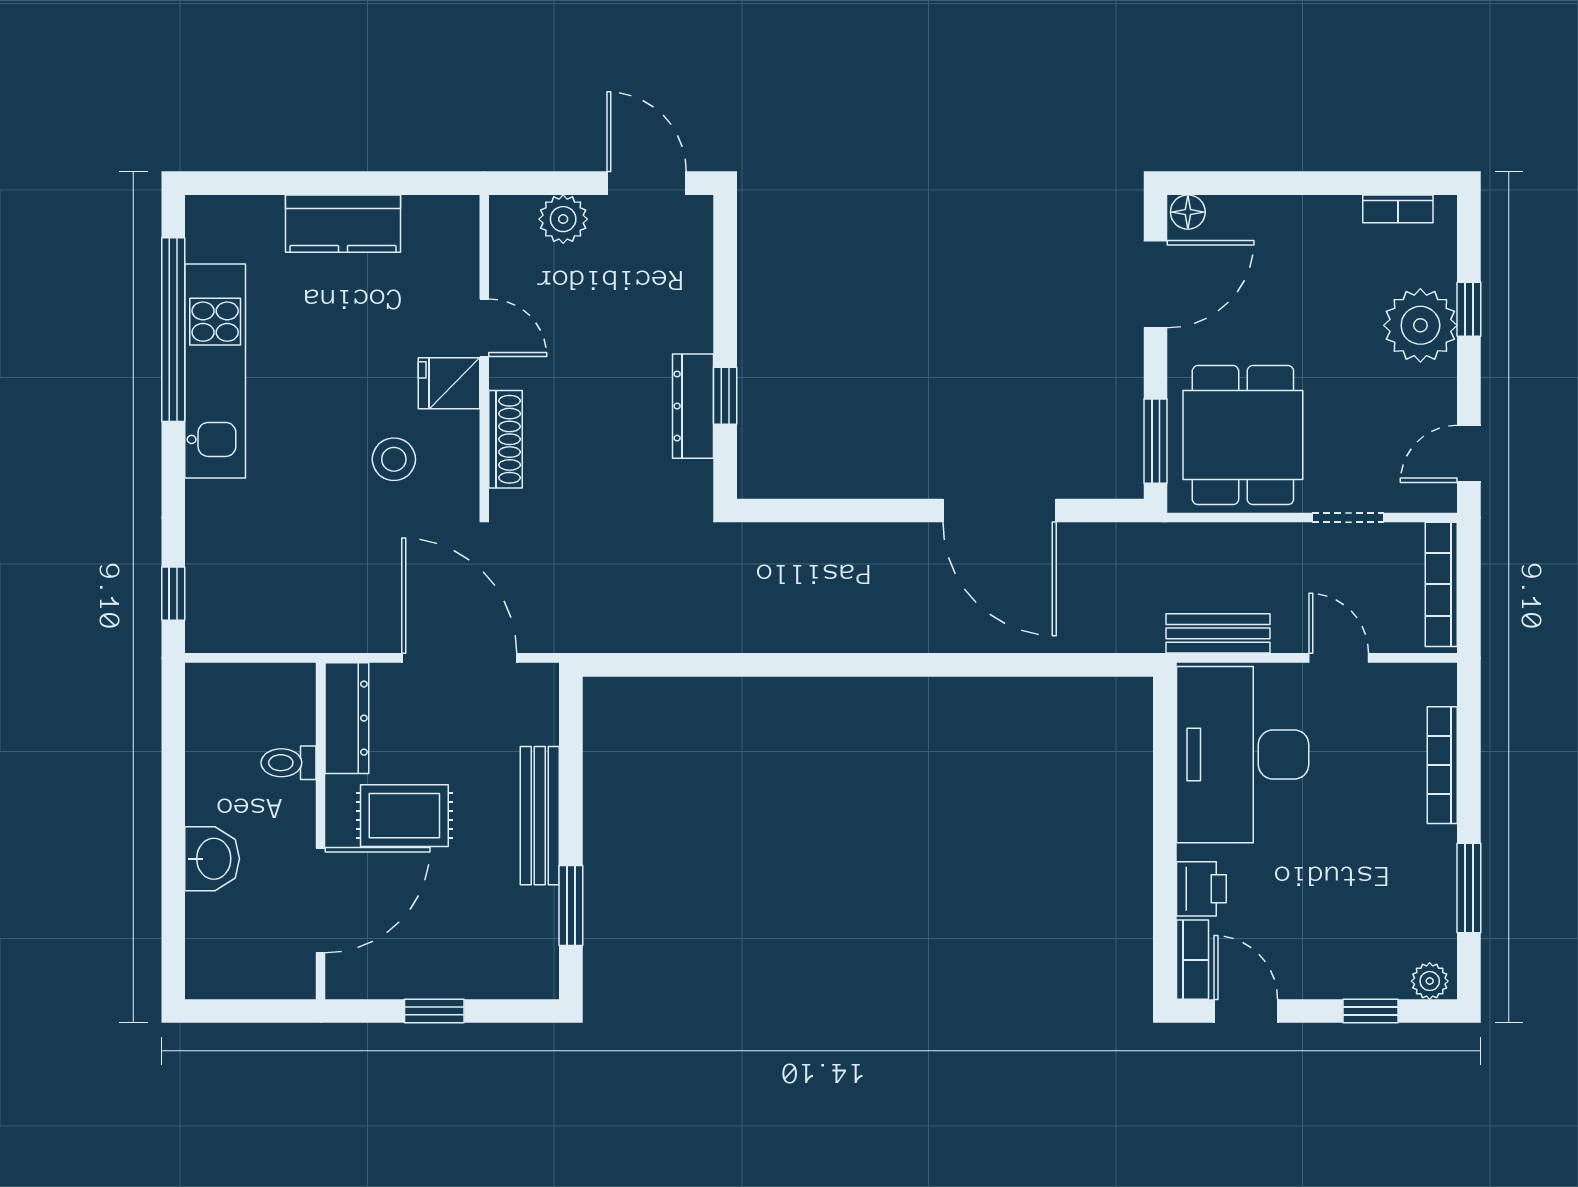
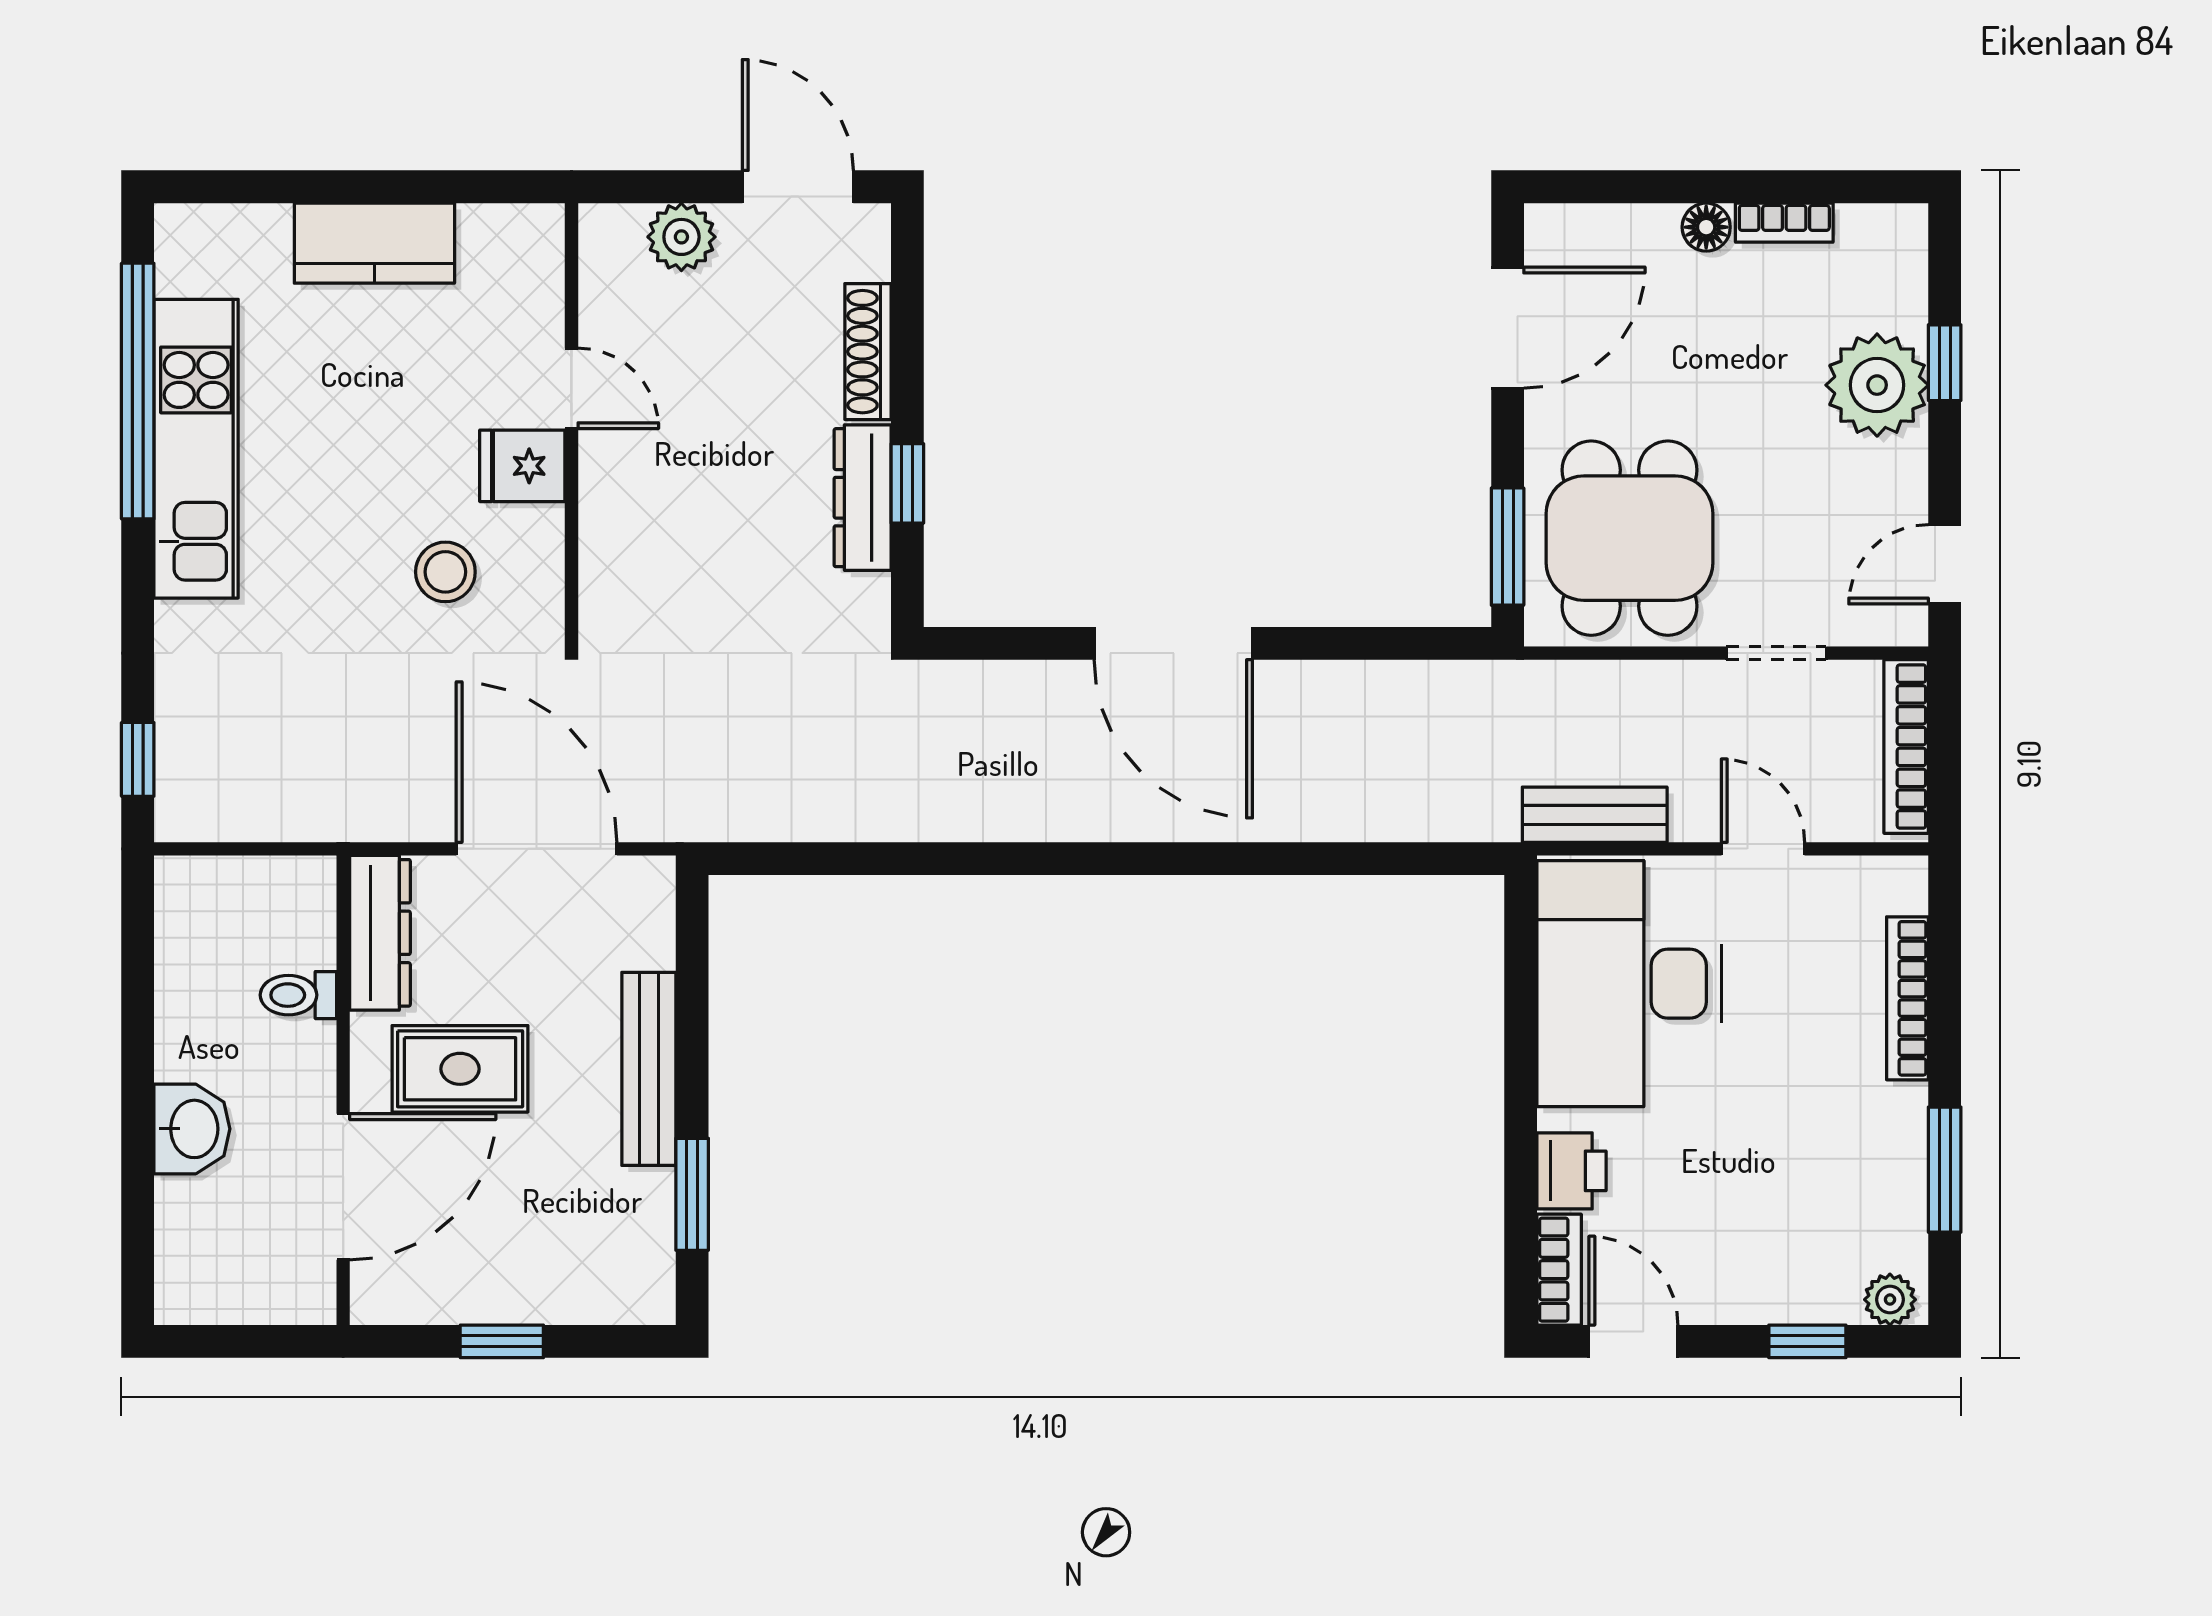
bookcase: (1398, 209) -> (1784, 223), moved
floor lamp: (1188, 212) -> (1706, 227), moved
shoe rack: (506, 439) -> (868, 352), moved, turned 180
door: (1000, 511) -> (1173, 643), moved

